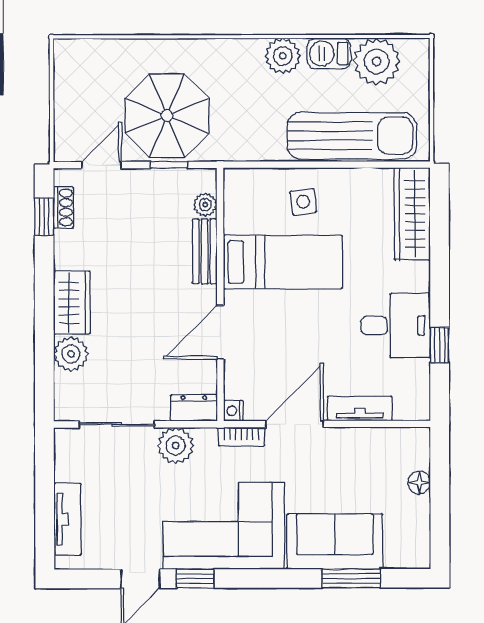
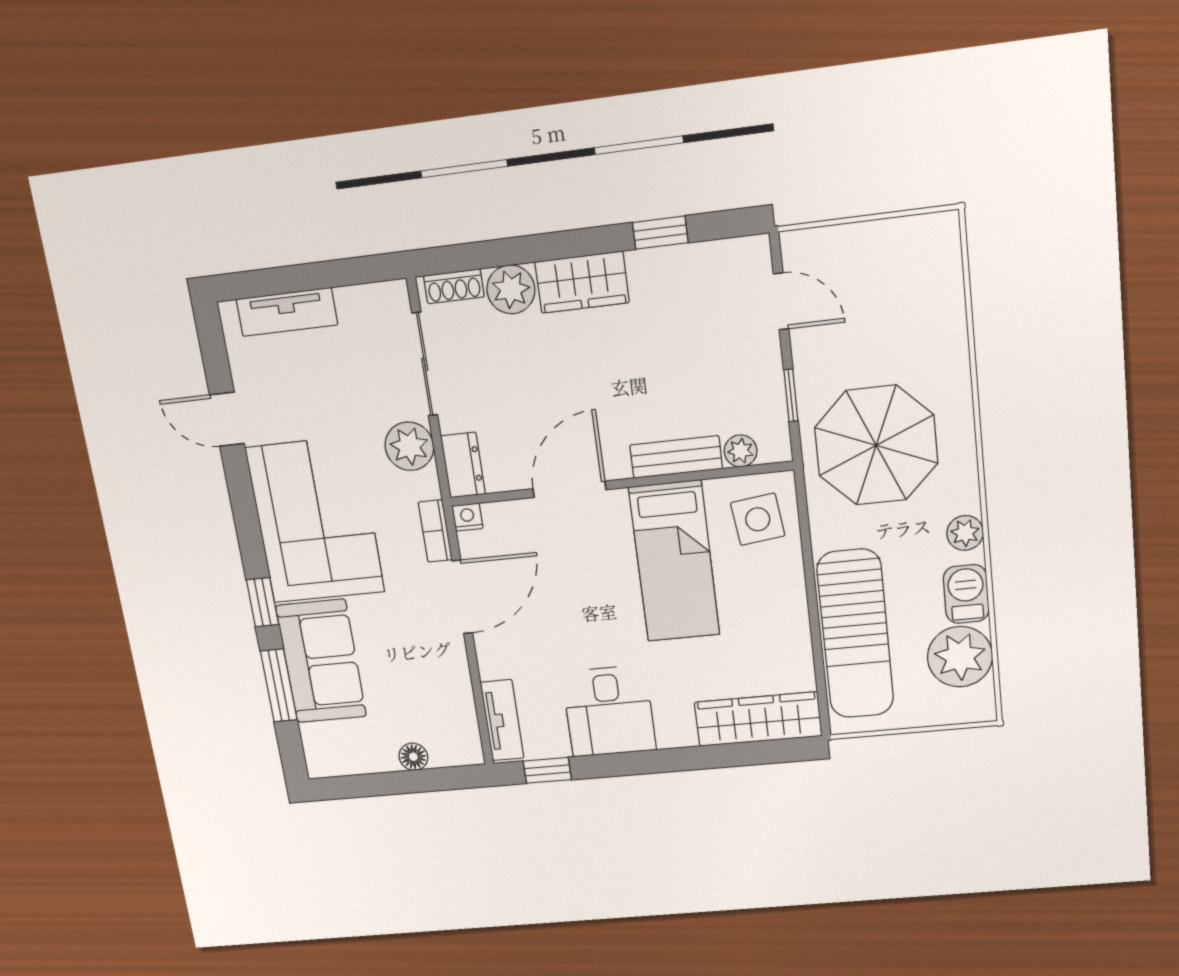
plant: (283, 56) -> (965, 533), width x0.73, depth x0.73
parasol: (167, 116) -> (876, 445), moved
side table: (303, 202) -> (758, 519), moved, width x1.37, depth x1.37
shoe rack: (63, 207) -> (454, 286), moved
window: (44, 217) -> (660, 233), moved
door: (220, 332) -> (569, 489), hinge flipped
window: (440, 345) -> (547, 770), moved
tv unit: (360, 409) -> (502, 720), moved
door: (294, 424) -> (462, 597), hinge flipped
window: (195, 579) -> (263, 602), moved

